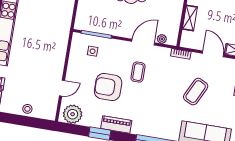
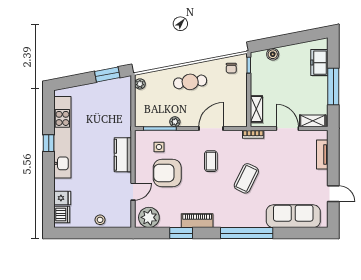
shelving: (190, 18) -> (256, 109), moved
plant: (162, 39) -> (175, 122), moved
kitchen counter: (58, 53) -> (123, 155), added
armchair: (108, 87) -> (167, 173), moved
coffee table: (196, 92) -> (246, 178), moved

